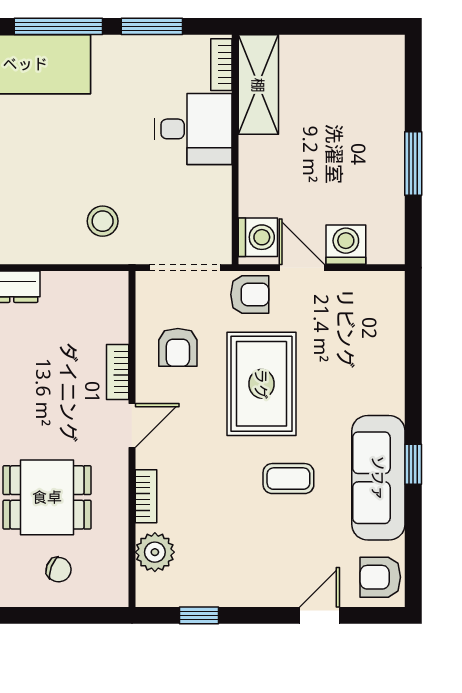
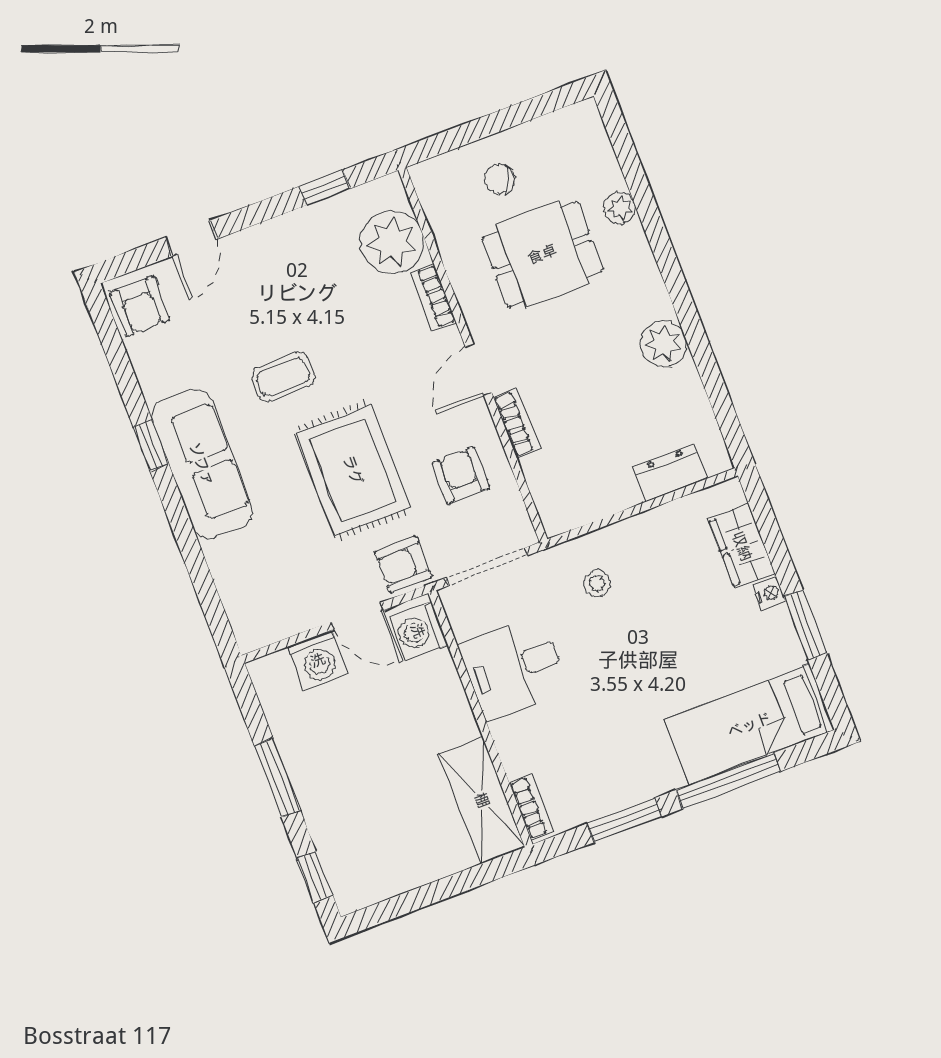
window: (413, 74) -> (315, 877), added
desk: (193, 129) -> (514, 668), moved
stool: (103, 221) -> (597, 584), width x0.73, depth x0.73
sofa: (378, 478) -> (202, 464), moved
plant: (155, 552) -> (392, 242), width x1.36, depth x1.36
armchair: (380, 577) -> (140, 306), turned 90

